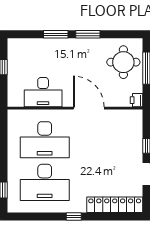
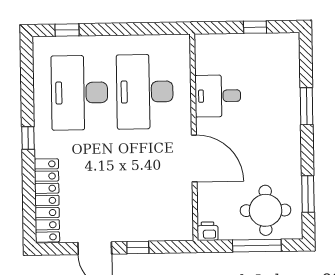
window: (88, 34) -> (308, 194), moved
desk: (43, 92) -> (218, 96), width x0.73
door: (89, 108) -> (194, 158), hinge flipped

